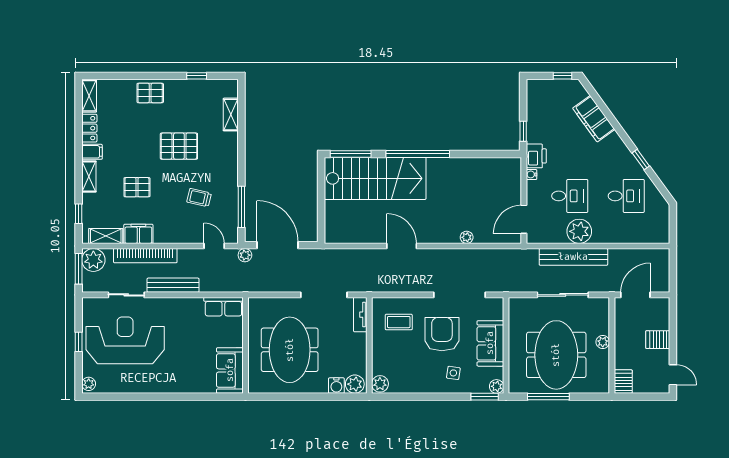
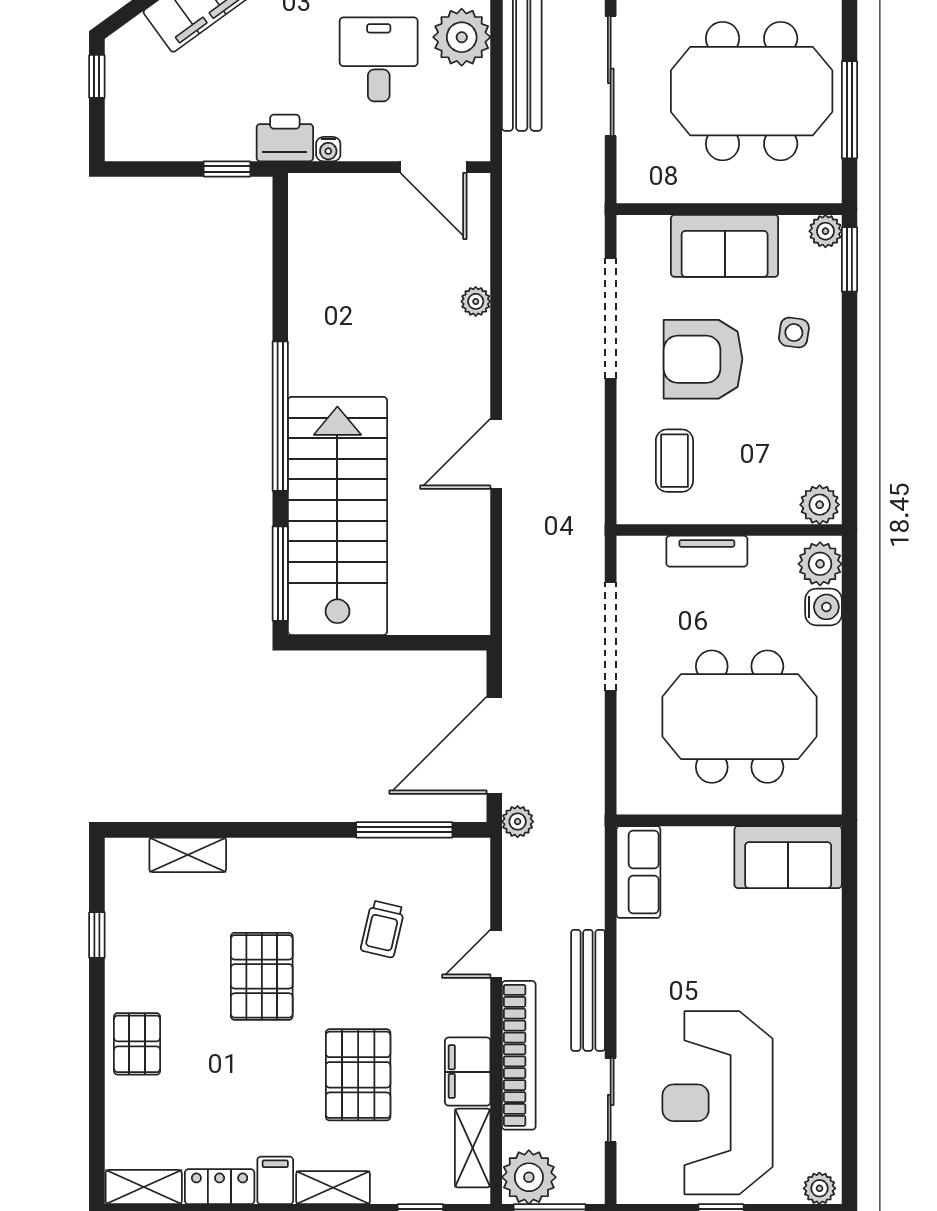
pallet: (137, 187) -> (358, 1075), width x1.50, depth x1.42
door: (214, 246) -> (496, 954), moved
tv unit: (360, 315) -> (707, 551), moved

